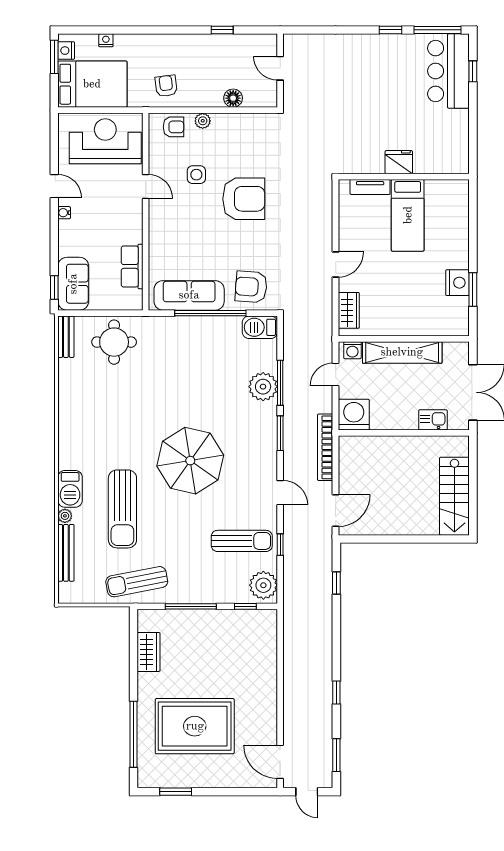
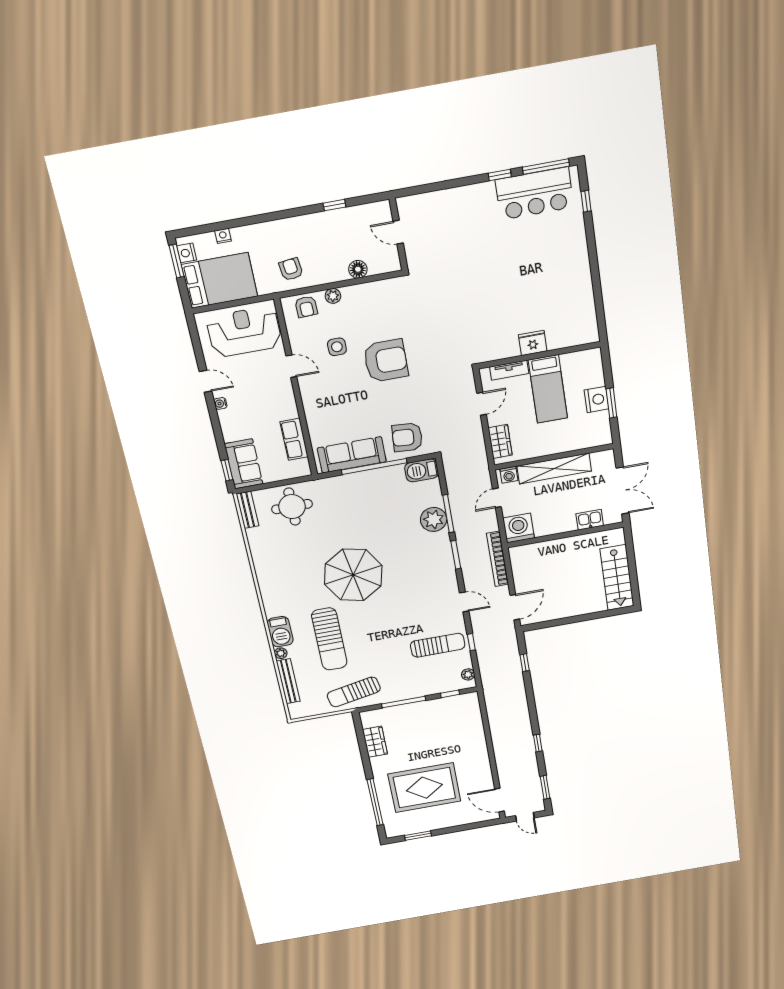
bar counter: (448, 71) -> (534, 194), moved, turned -90
armchair: (173, 127) -> (306, 307), turned 88
fridge: (399, 162) -> (533, 343), moved
wall: (404, 177) -> (539, 355), moved
tv unit: (370, 187) -> (509, 370), moved
bed: (408, 215) -> (548, 389), moved
parasol: (190, 461) -> (353, 575), moved
plant: (263, 585) -> (468, 674), width x0.53, depth x0.53

